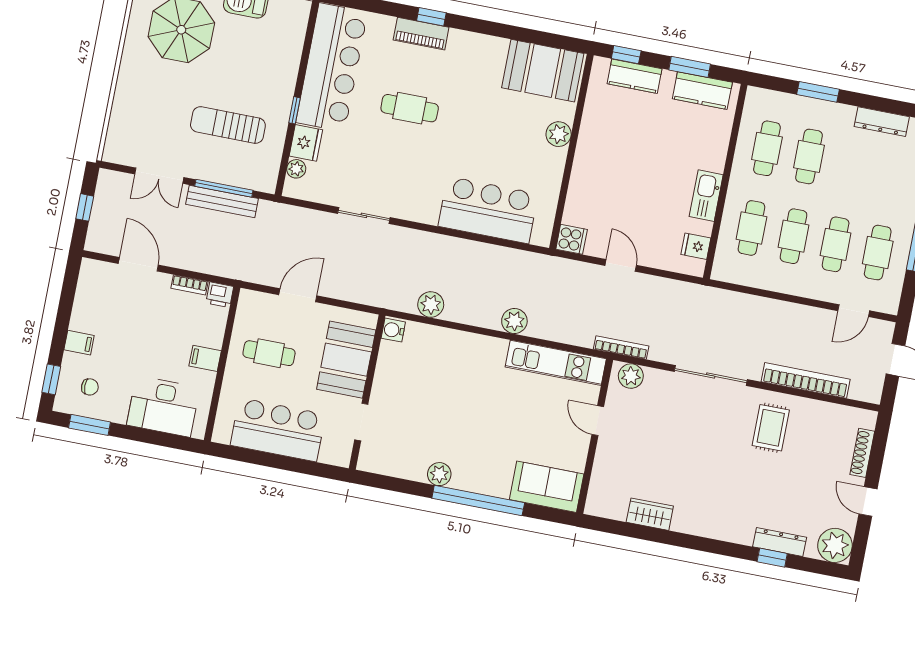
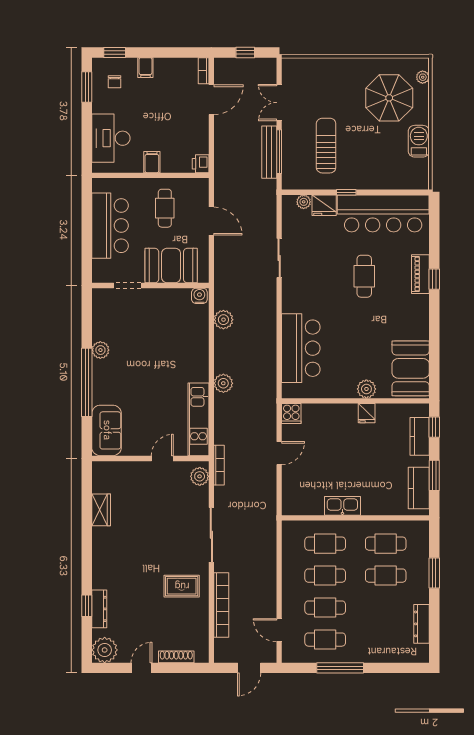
fridge: (696, 246) -> (367, 413), moved, turned 180
bookcase: (190, 285) -> (204, 71), moved

